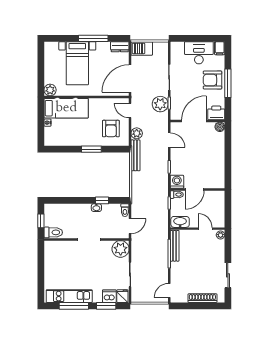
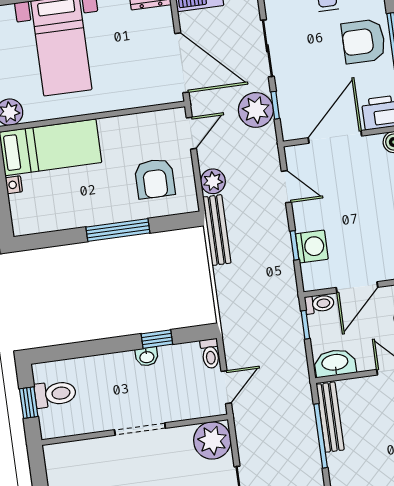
door: (130, 78) -> (182, 63), swing flipped
door: (130, 110) -> (191, 133), swing flipped
window: (91, 149) -> (118, 230), width x1.44
washing machine: (177, 182) -> (312, 246), moved, turned 90
toilet: (53, 232) -> (55, 394), moved

